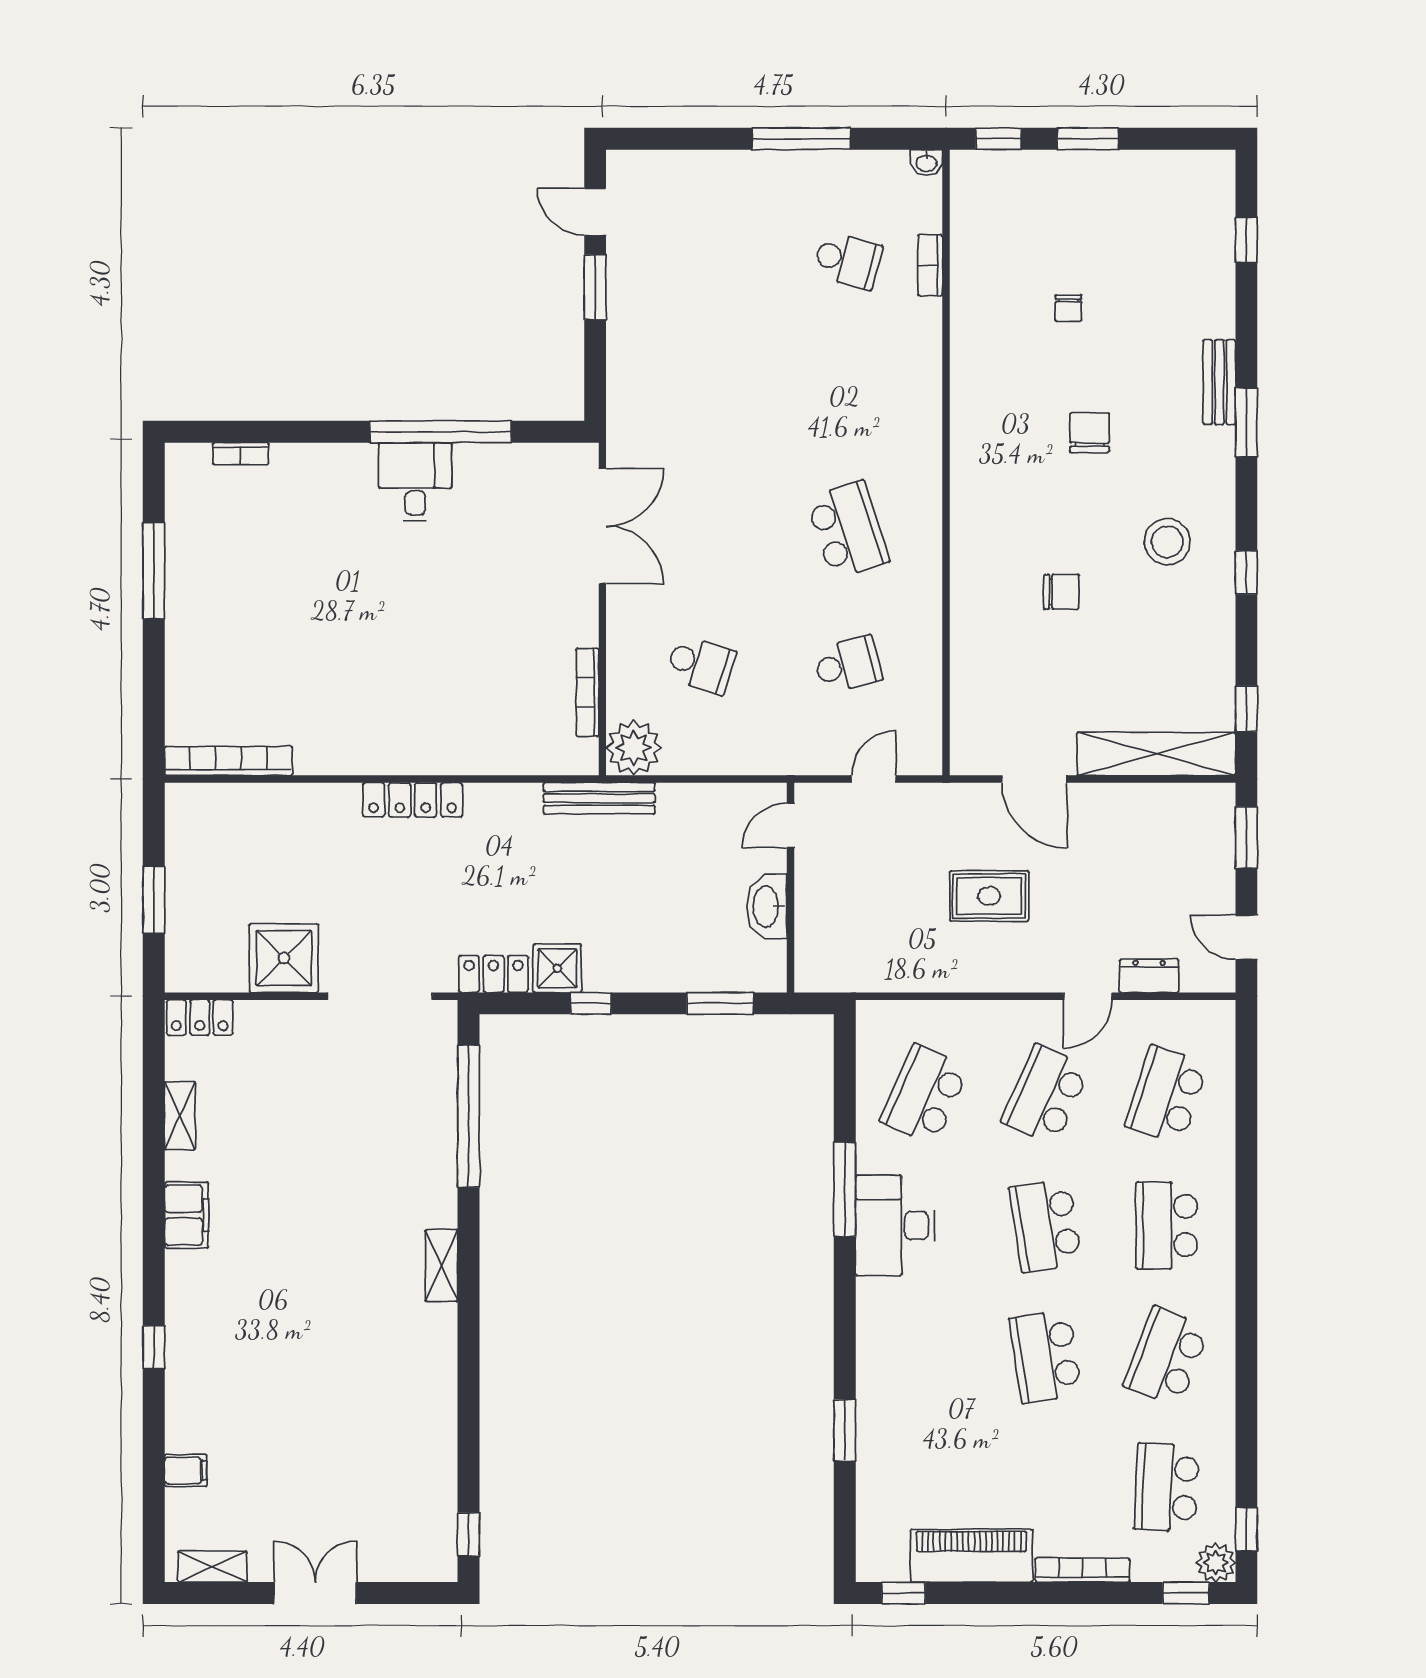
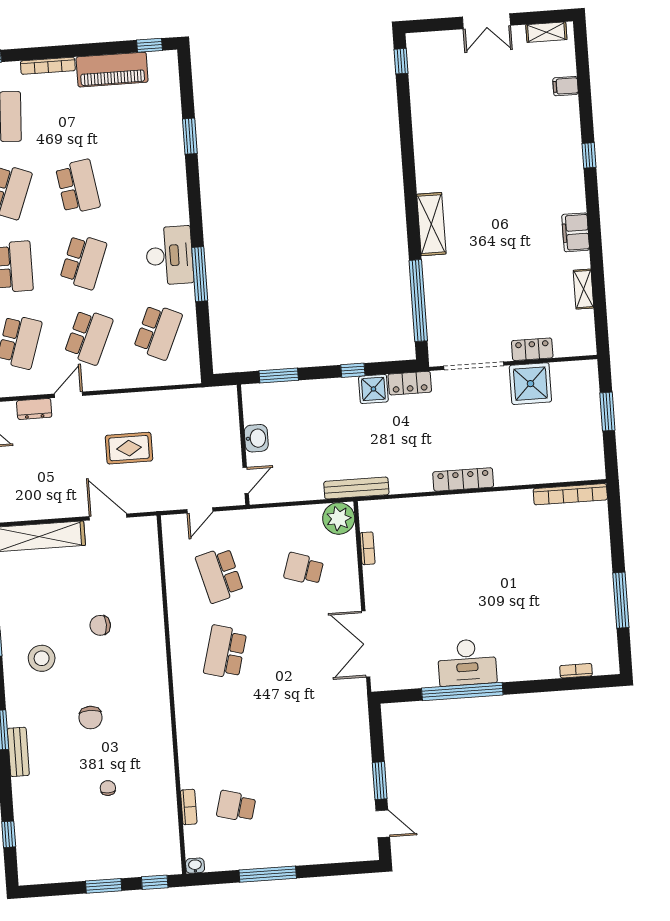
desk: (415, 482) -> (467, 662), width x1.37
school desk: (848, 530) -> (225, 652), turned 33
school desk: (848, 665) -> (220, 575), width x1.85
bookcase: (587, 692) -> (367, 548), width x0.64
washbasin: (767, 906) -> (256, 438), width x0.72
locker: (200, 1017) -> (532, 349), moved
school desk: (1046, 1226) -> (83, 262), turned 30
shelving: (441, 1265) -> (431, 224), width x1.50, depth x1.33

